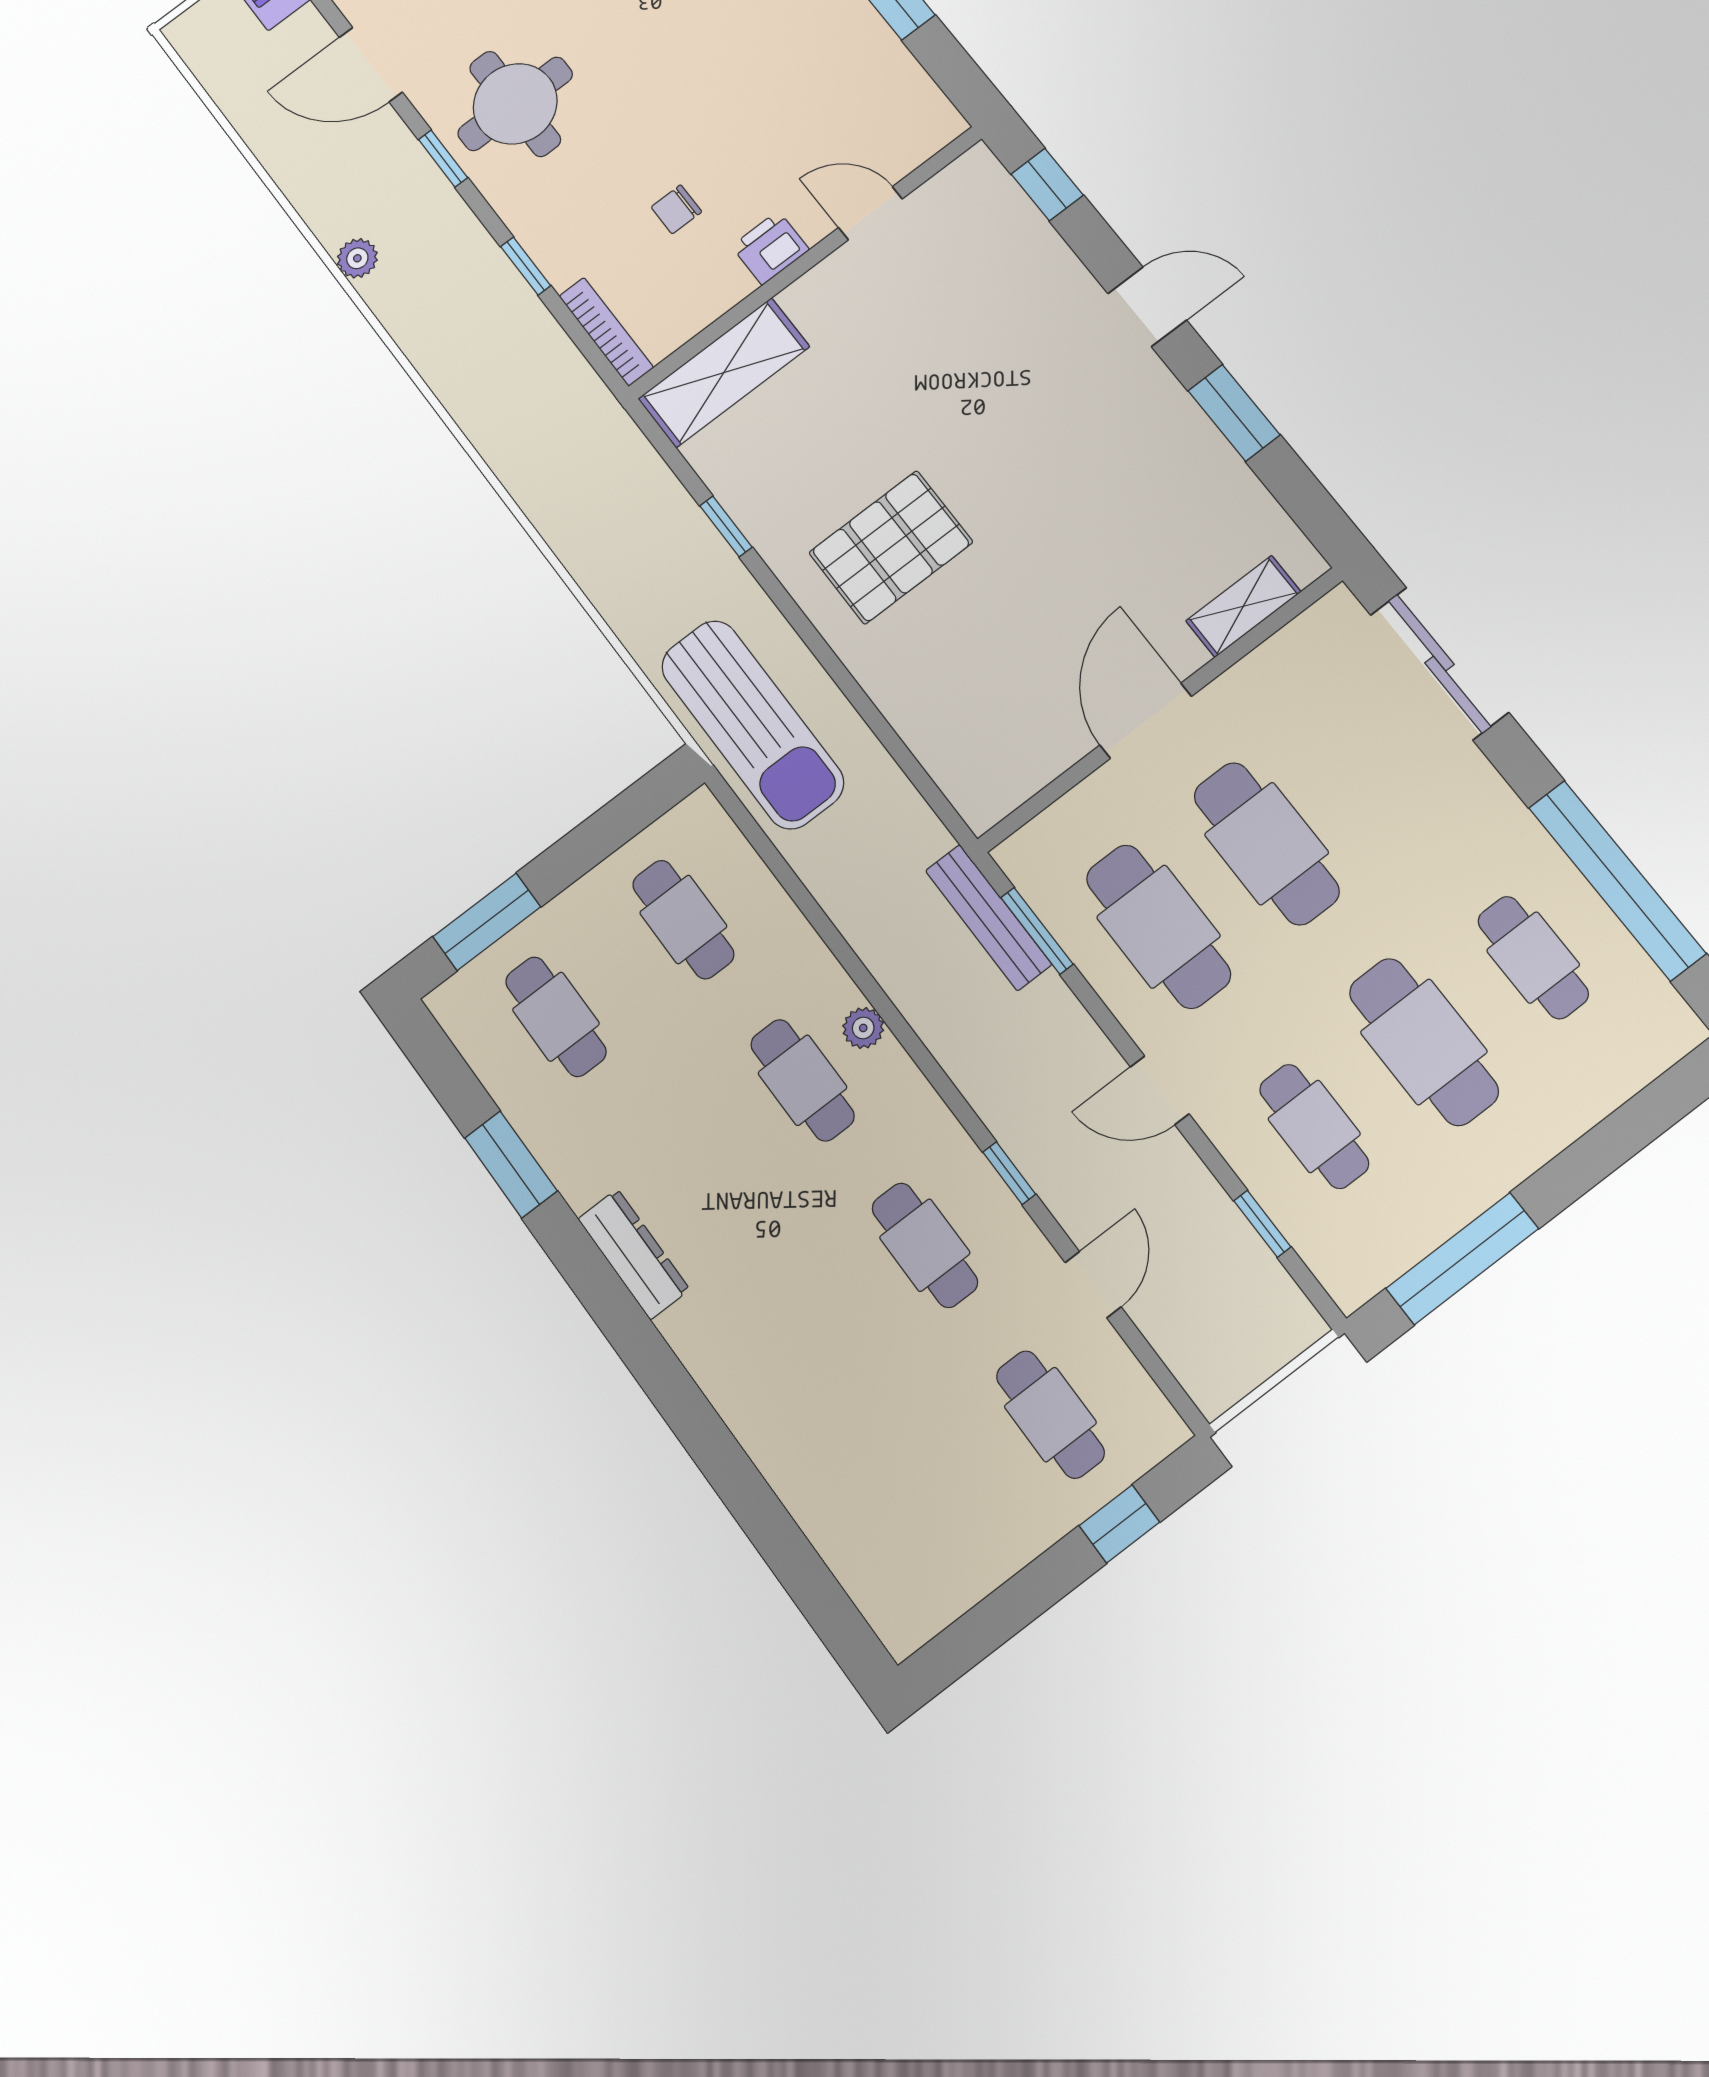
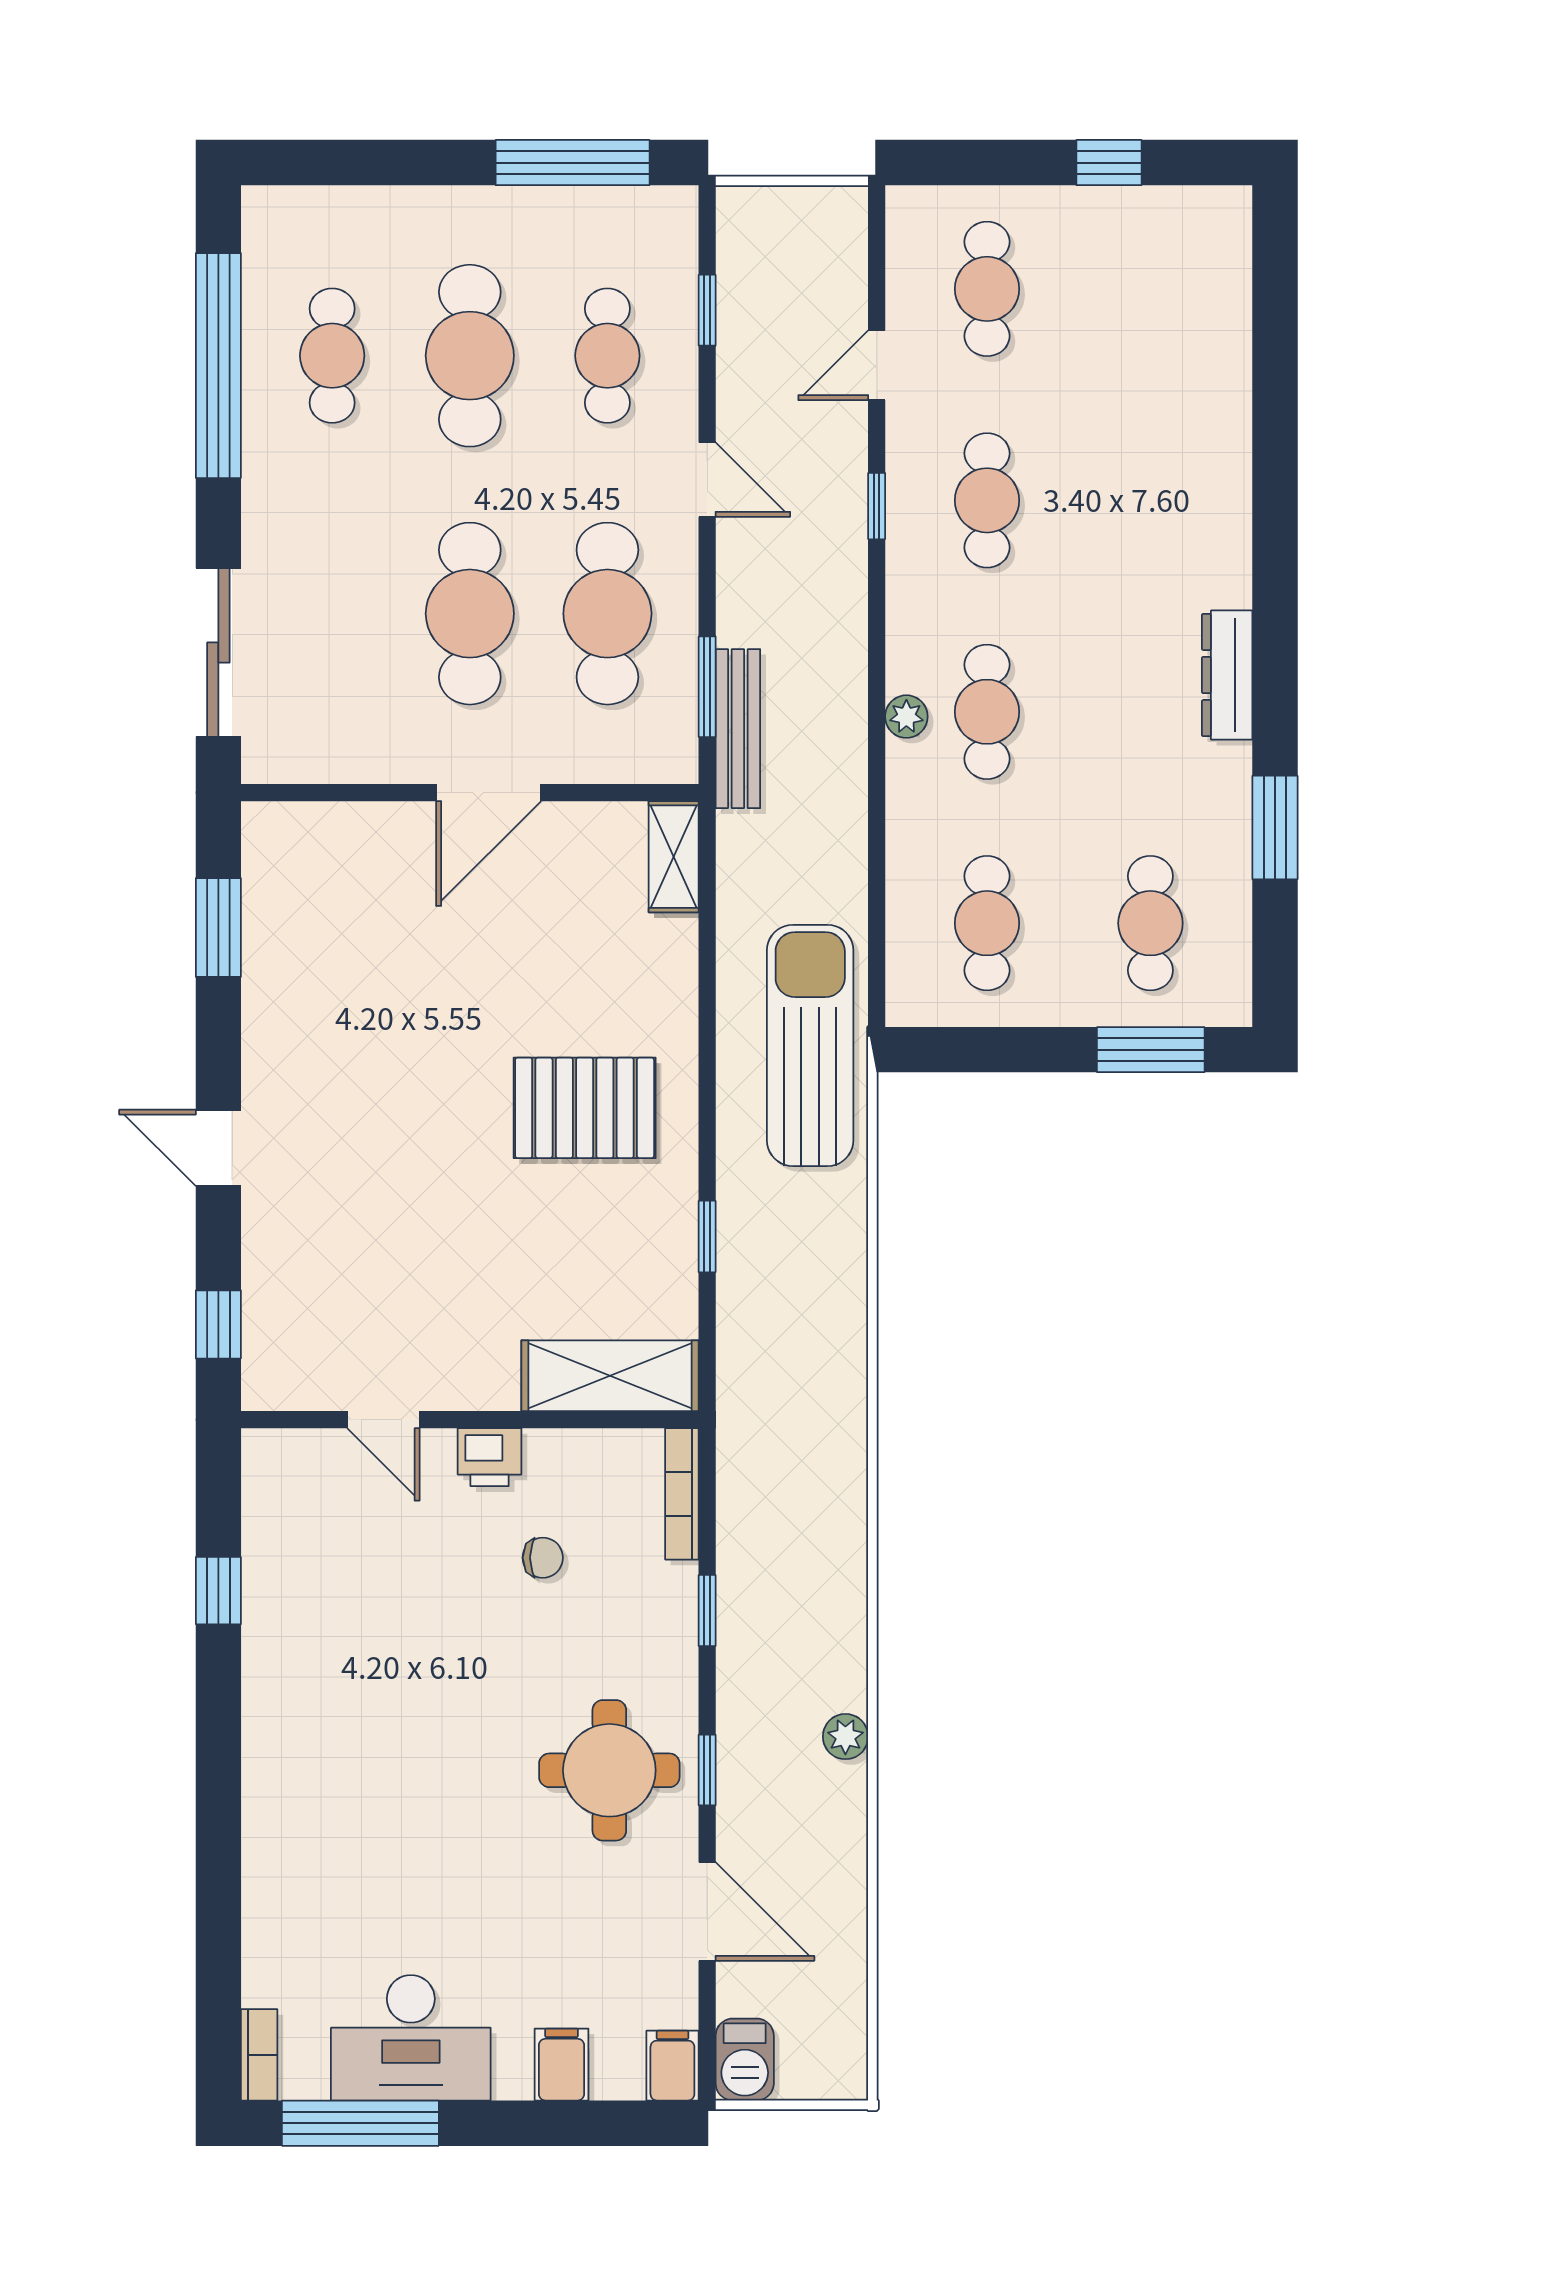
window: (1234, 413) -> (218, 927), moved
shelving: (1243, 606) -> (674, 857), moved, turned 90
window: (1119, 1524) -> (1109, 163), moved

